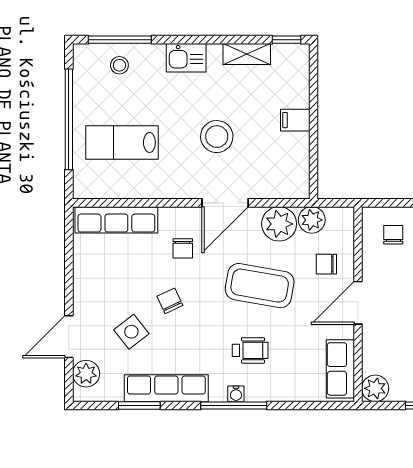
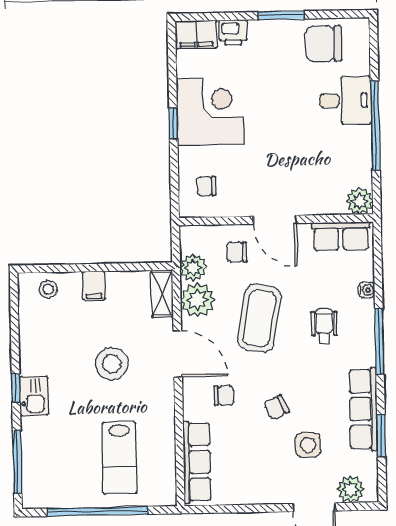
window: (286, 40) -> (16, 388), moved
shelving: (247, 54) -> (162, 294), moved
stool: (119, 65) -> (48, 289), moved
chair: (326, 264) -> (237, 252), turned 90
side table: (131, 332) -> (308, 445), turned 38
water cooler: (236, 394) -> (367, 290), moved

